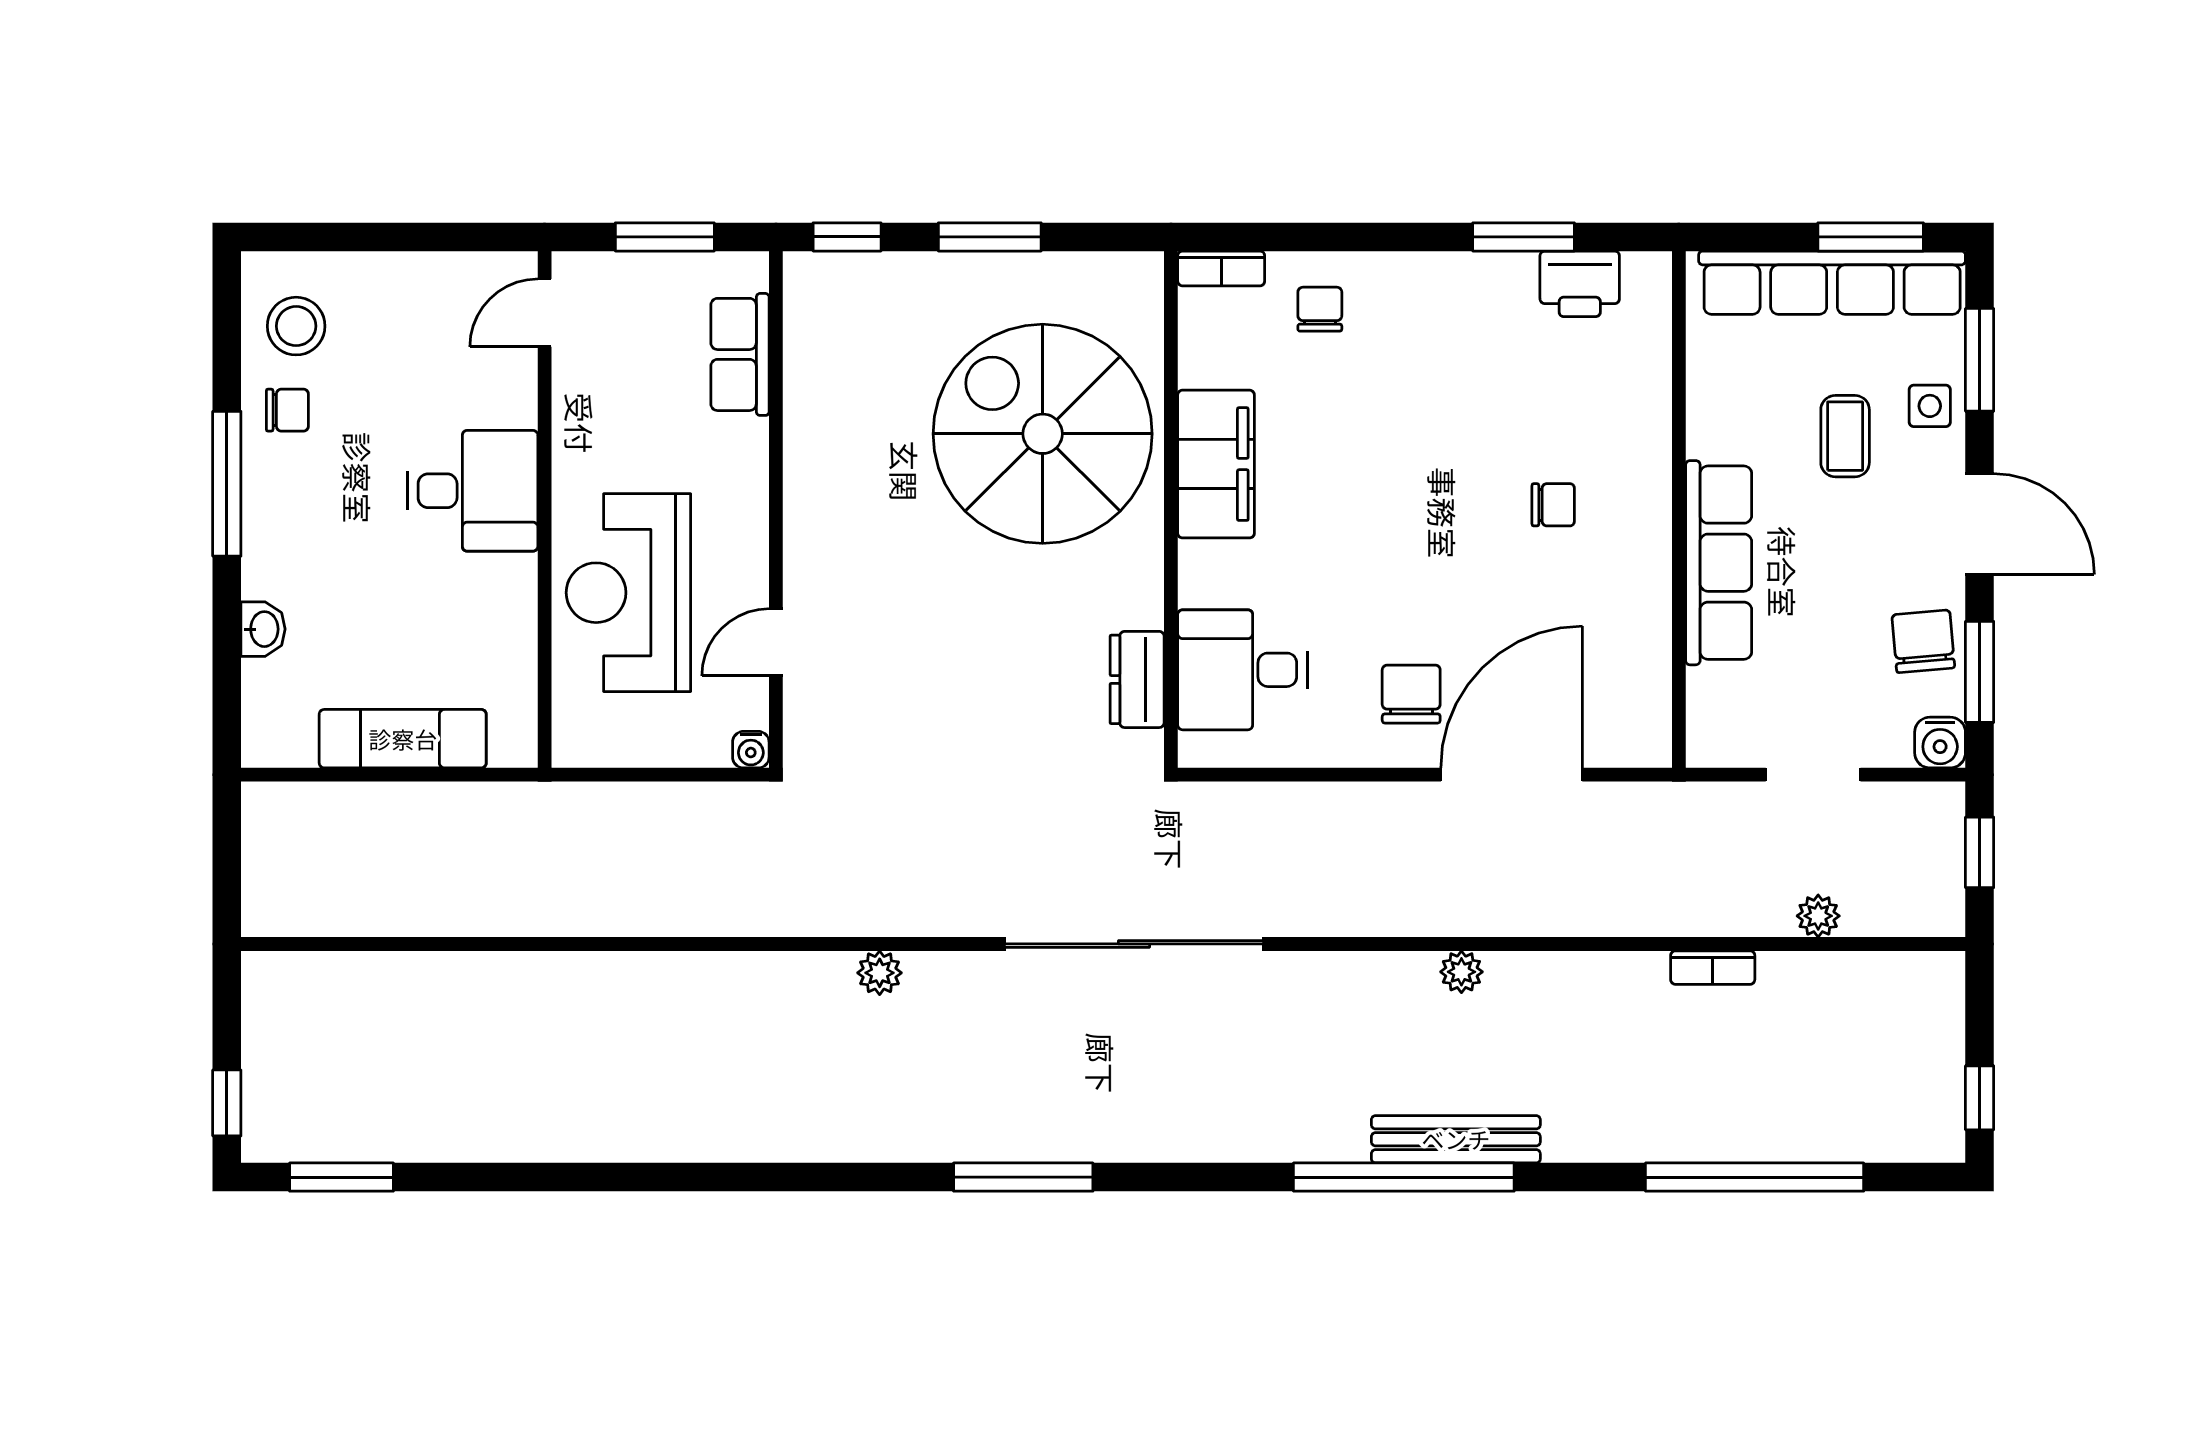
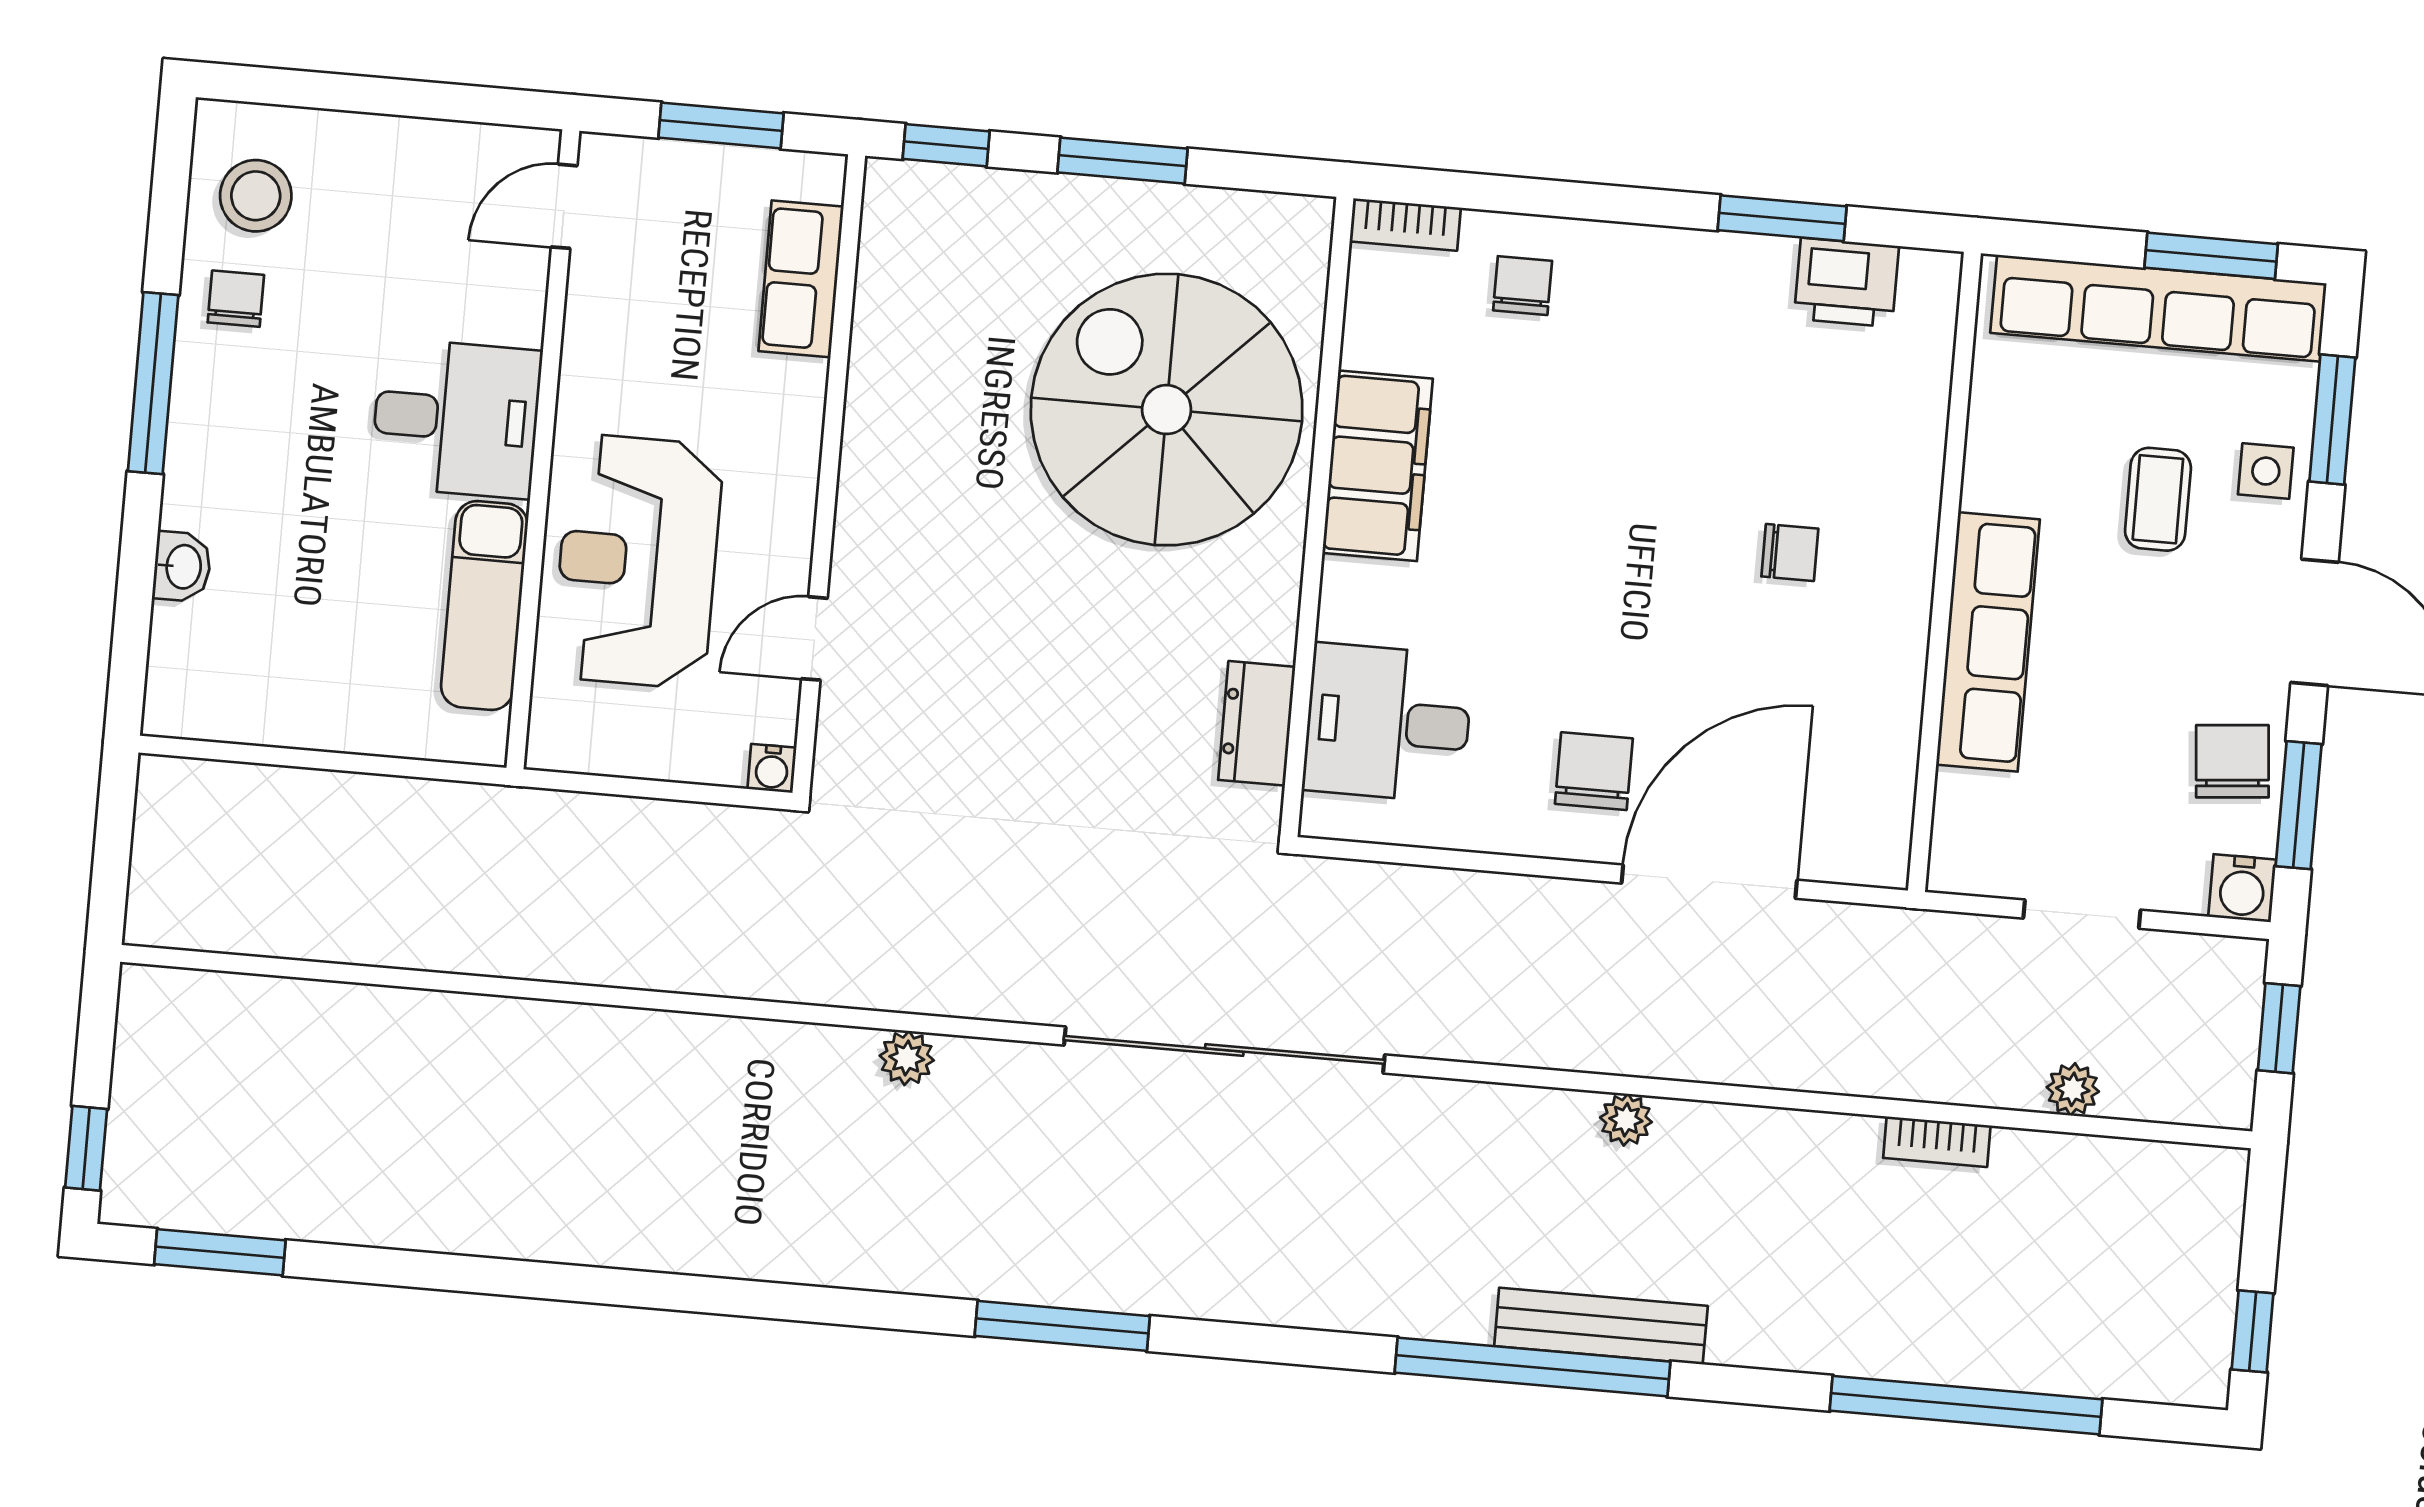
chair: (287, 410) -> (236, 299), turned -90
exam couch: (403, 739) -> (484, 606), moved, turned -90

